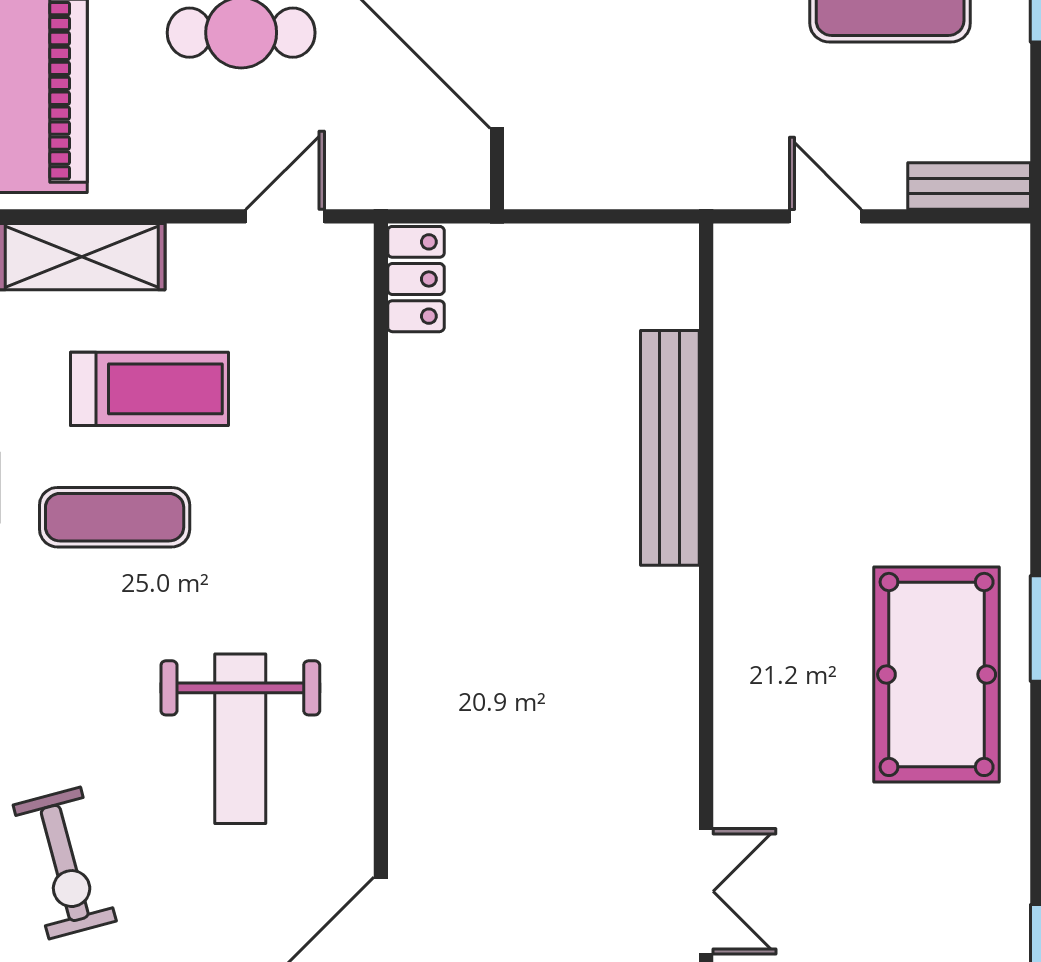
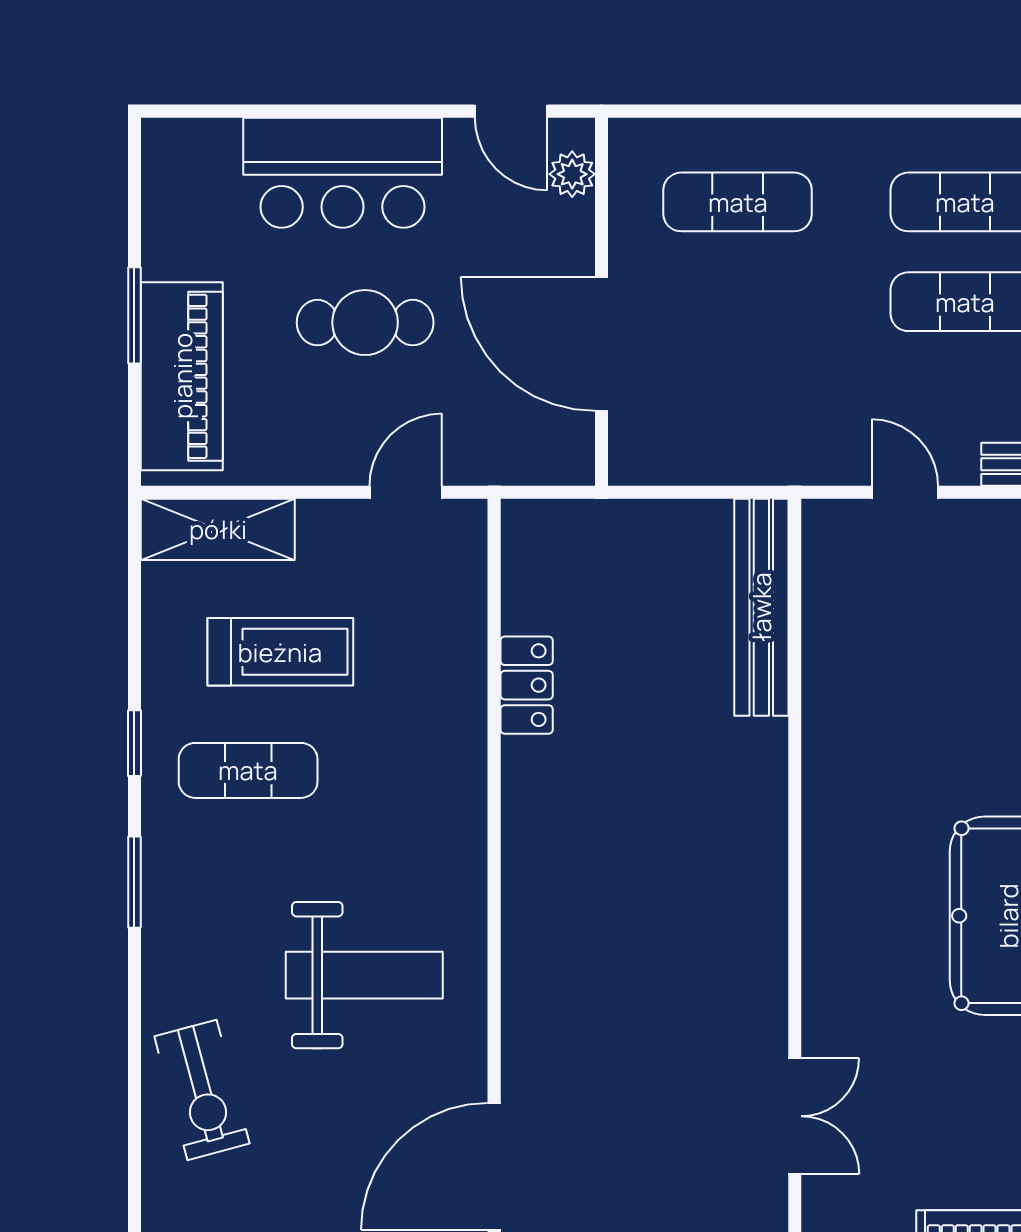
locker: (416, 279) -> (527, 685), moved
bench: (670, 448) -> (761, 607), moved
weight bench: (240, 739) -> (364, 975), turned -90

